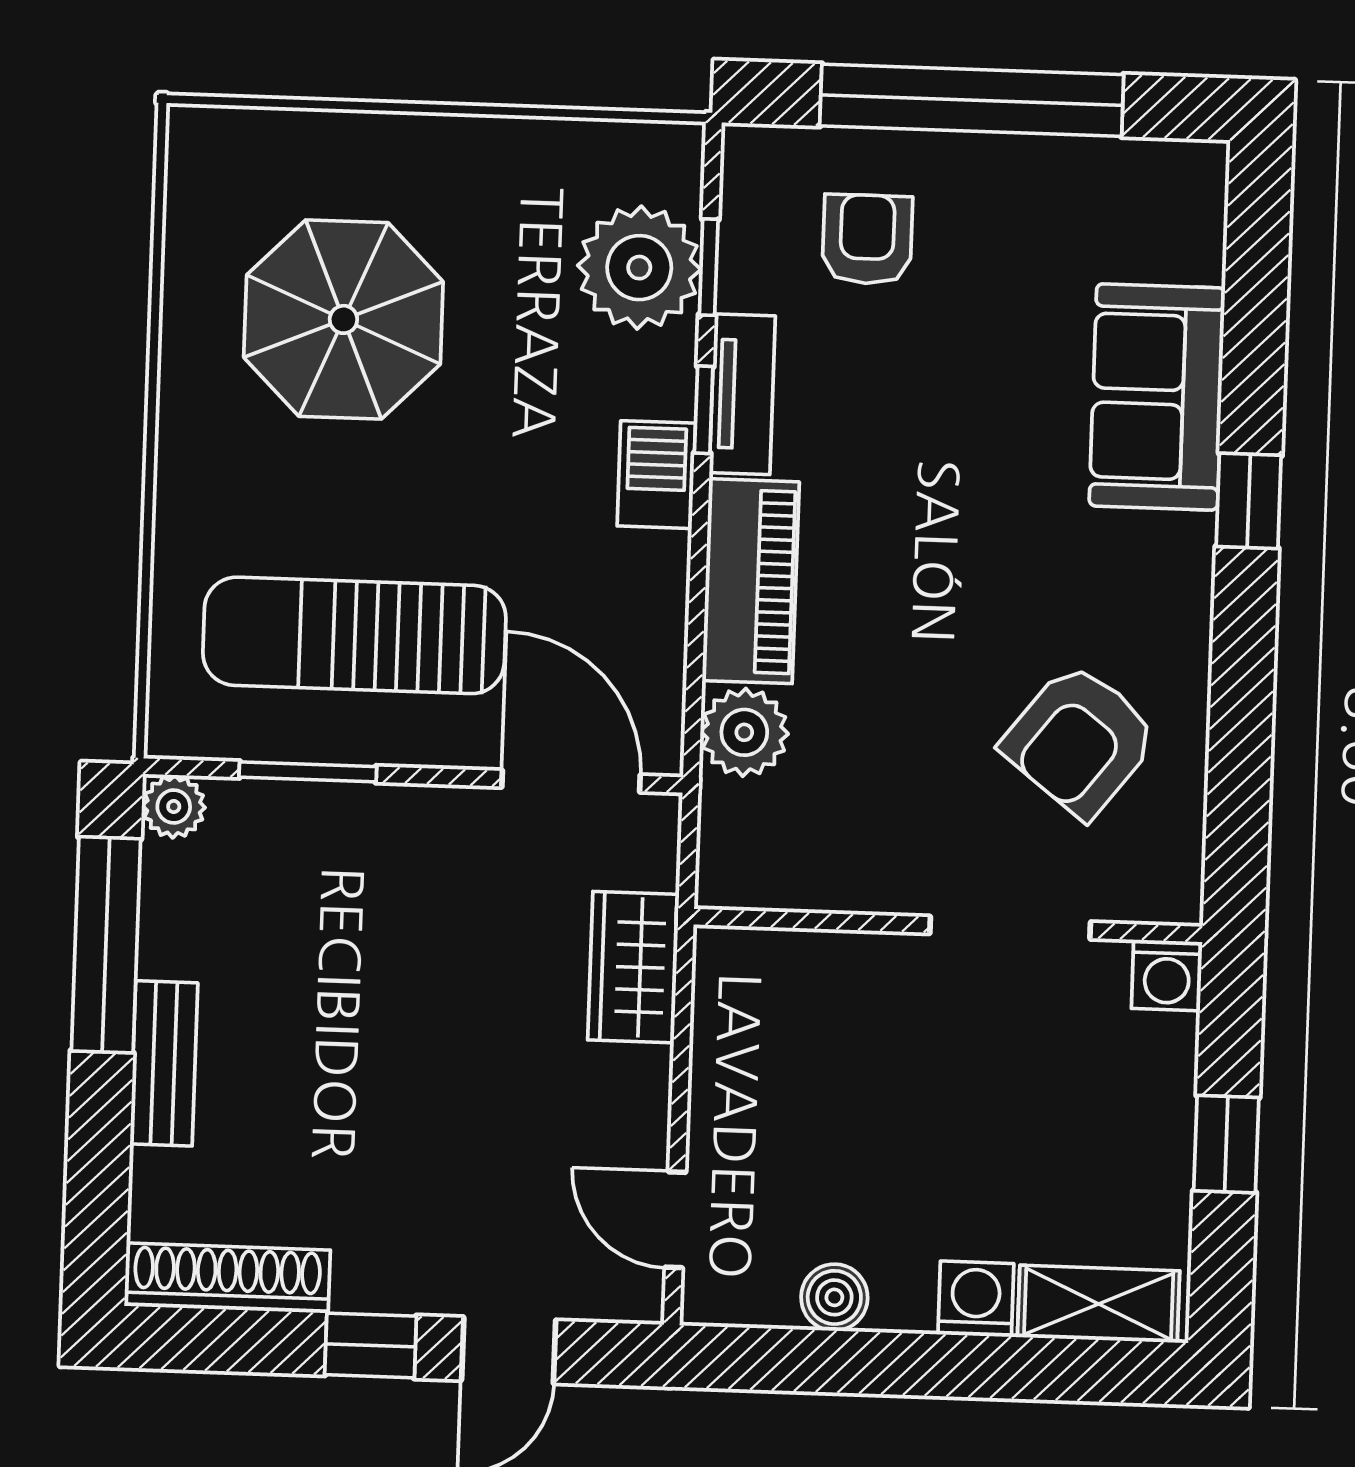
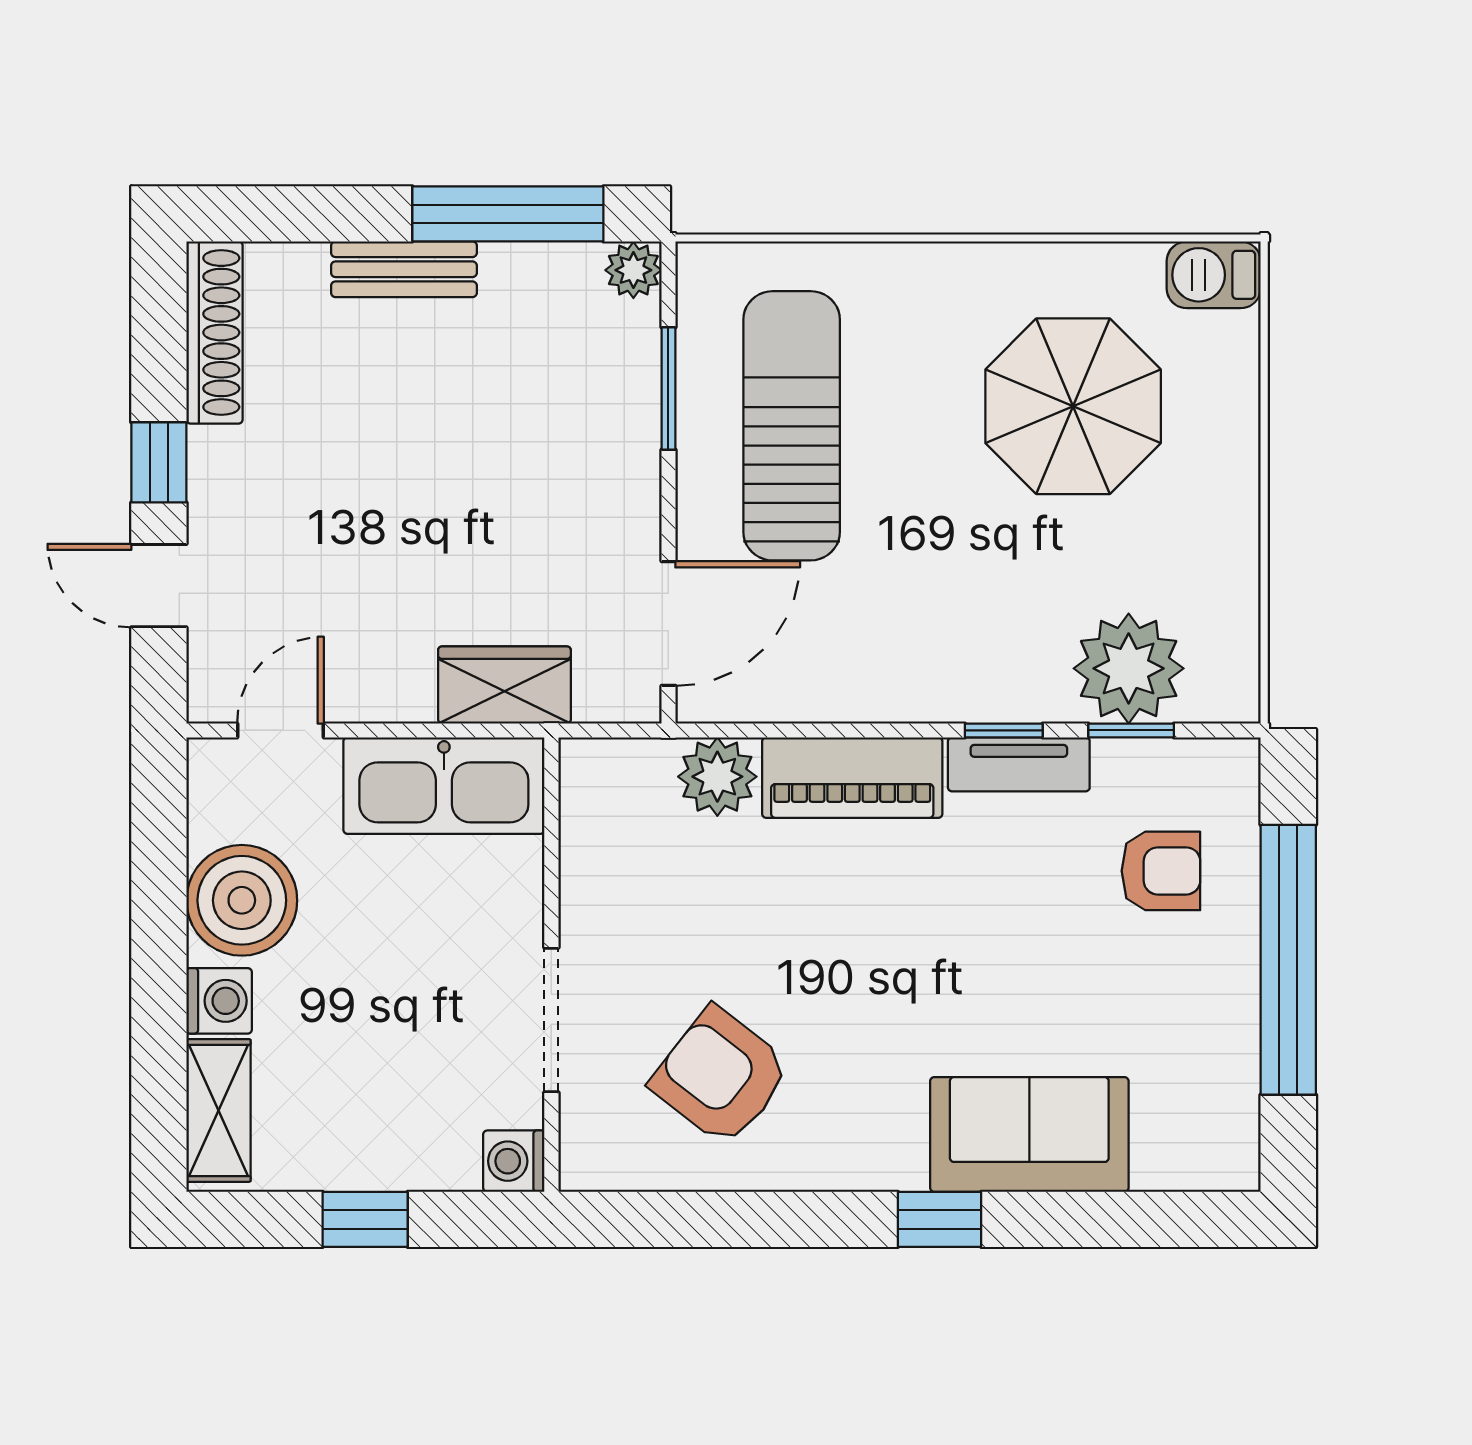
barbecue: (656, 475) -> (1214, 275), moved, turned 180
kitchen sink: (744, 1039) -> (444, 786), added
boiler: (834, 1297) -> (242, 900), width x1.86, depth x1.86

